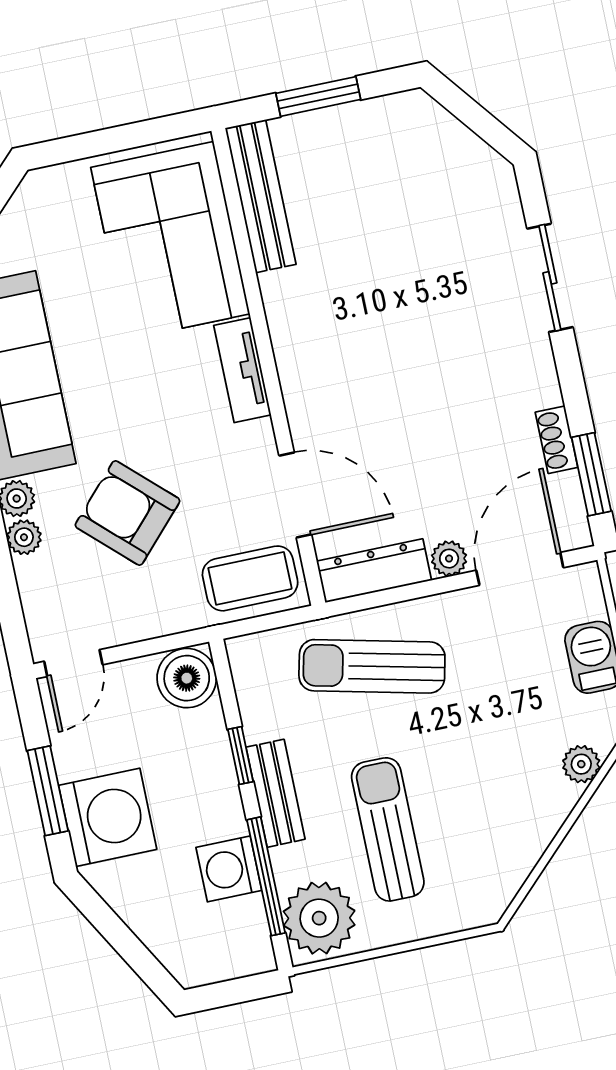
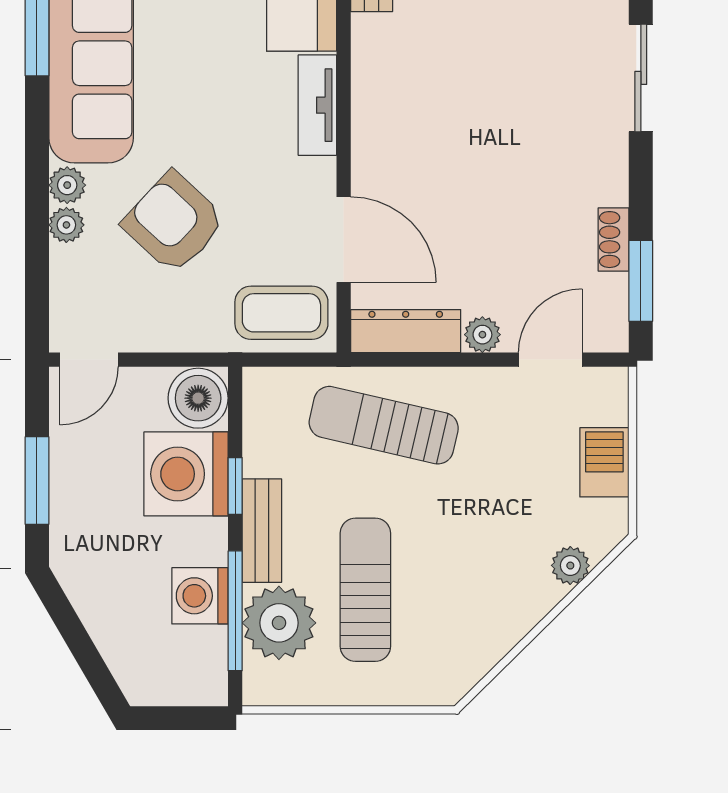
door: (520, 569) -> (550, 360), width x0.73
washing machine: (108, 817) -> (186, 474), moved, turned 180
plant: (319, 918) -> (279, 623), moved

